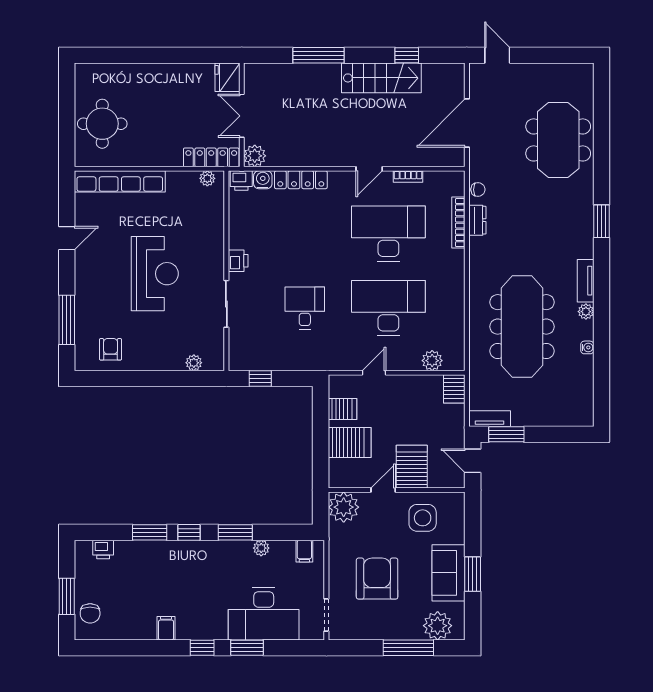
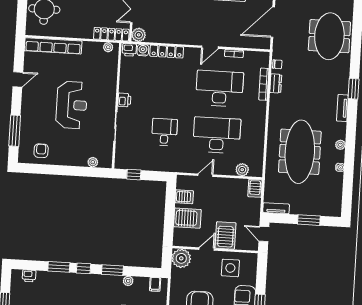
tv unit: (586, 281) -> (342, 108), moved
window: (506, 434) -> (309, 220), moved

